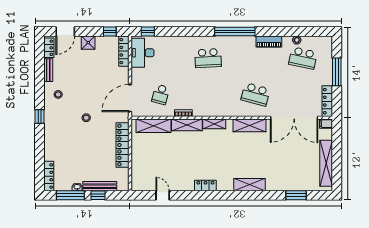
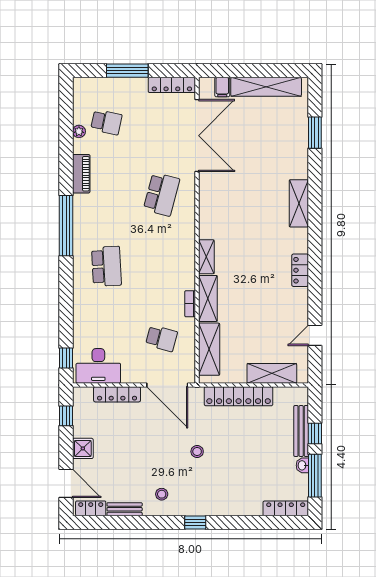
locker: (124, 51) -> (117, 394), moved
school desk: (303, 58) -> (106, 122), width x0.54
filing cabinet: (326, 124) -> (222, 87), moved
shelving: (249, 125) -> (272, 373), moved, turned 90

